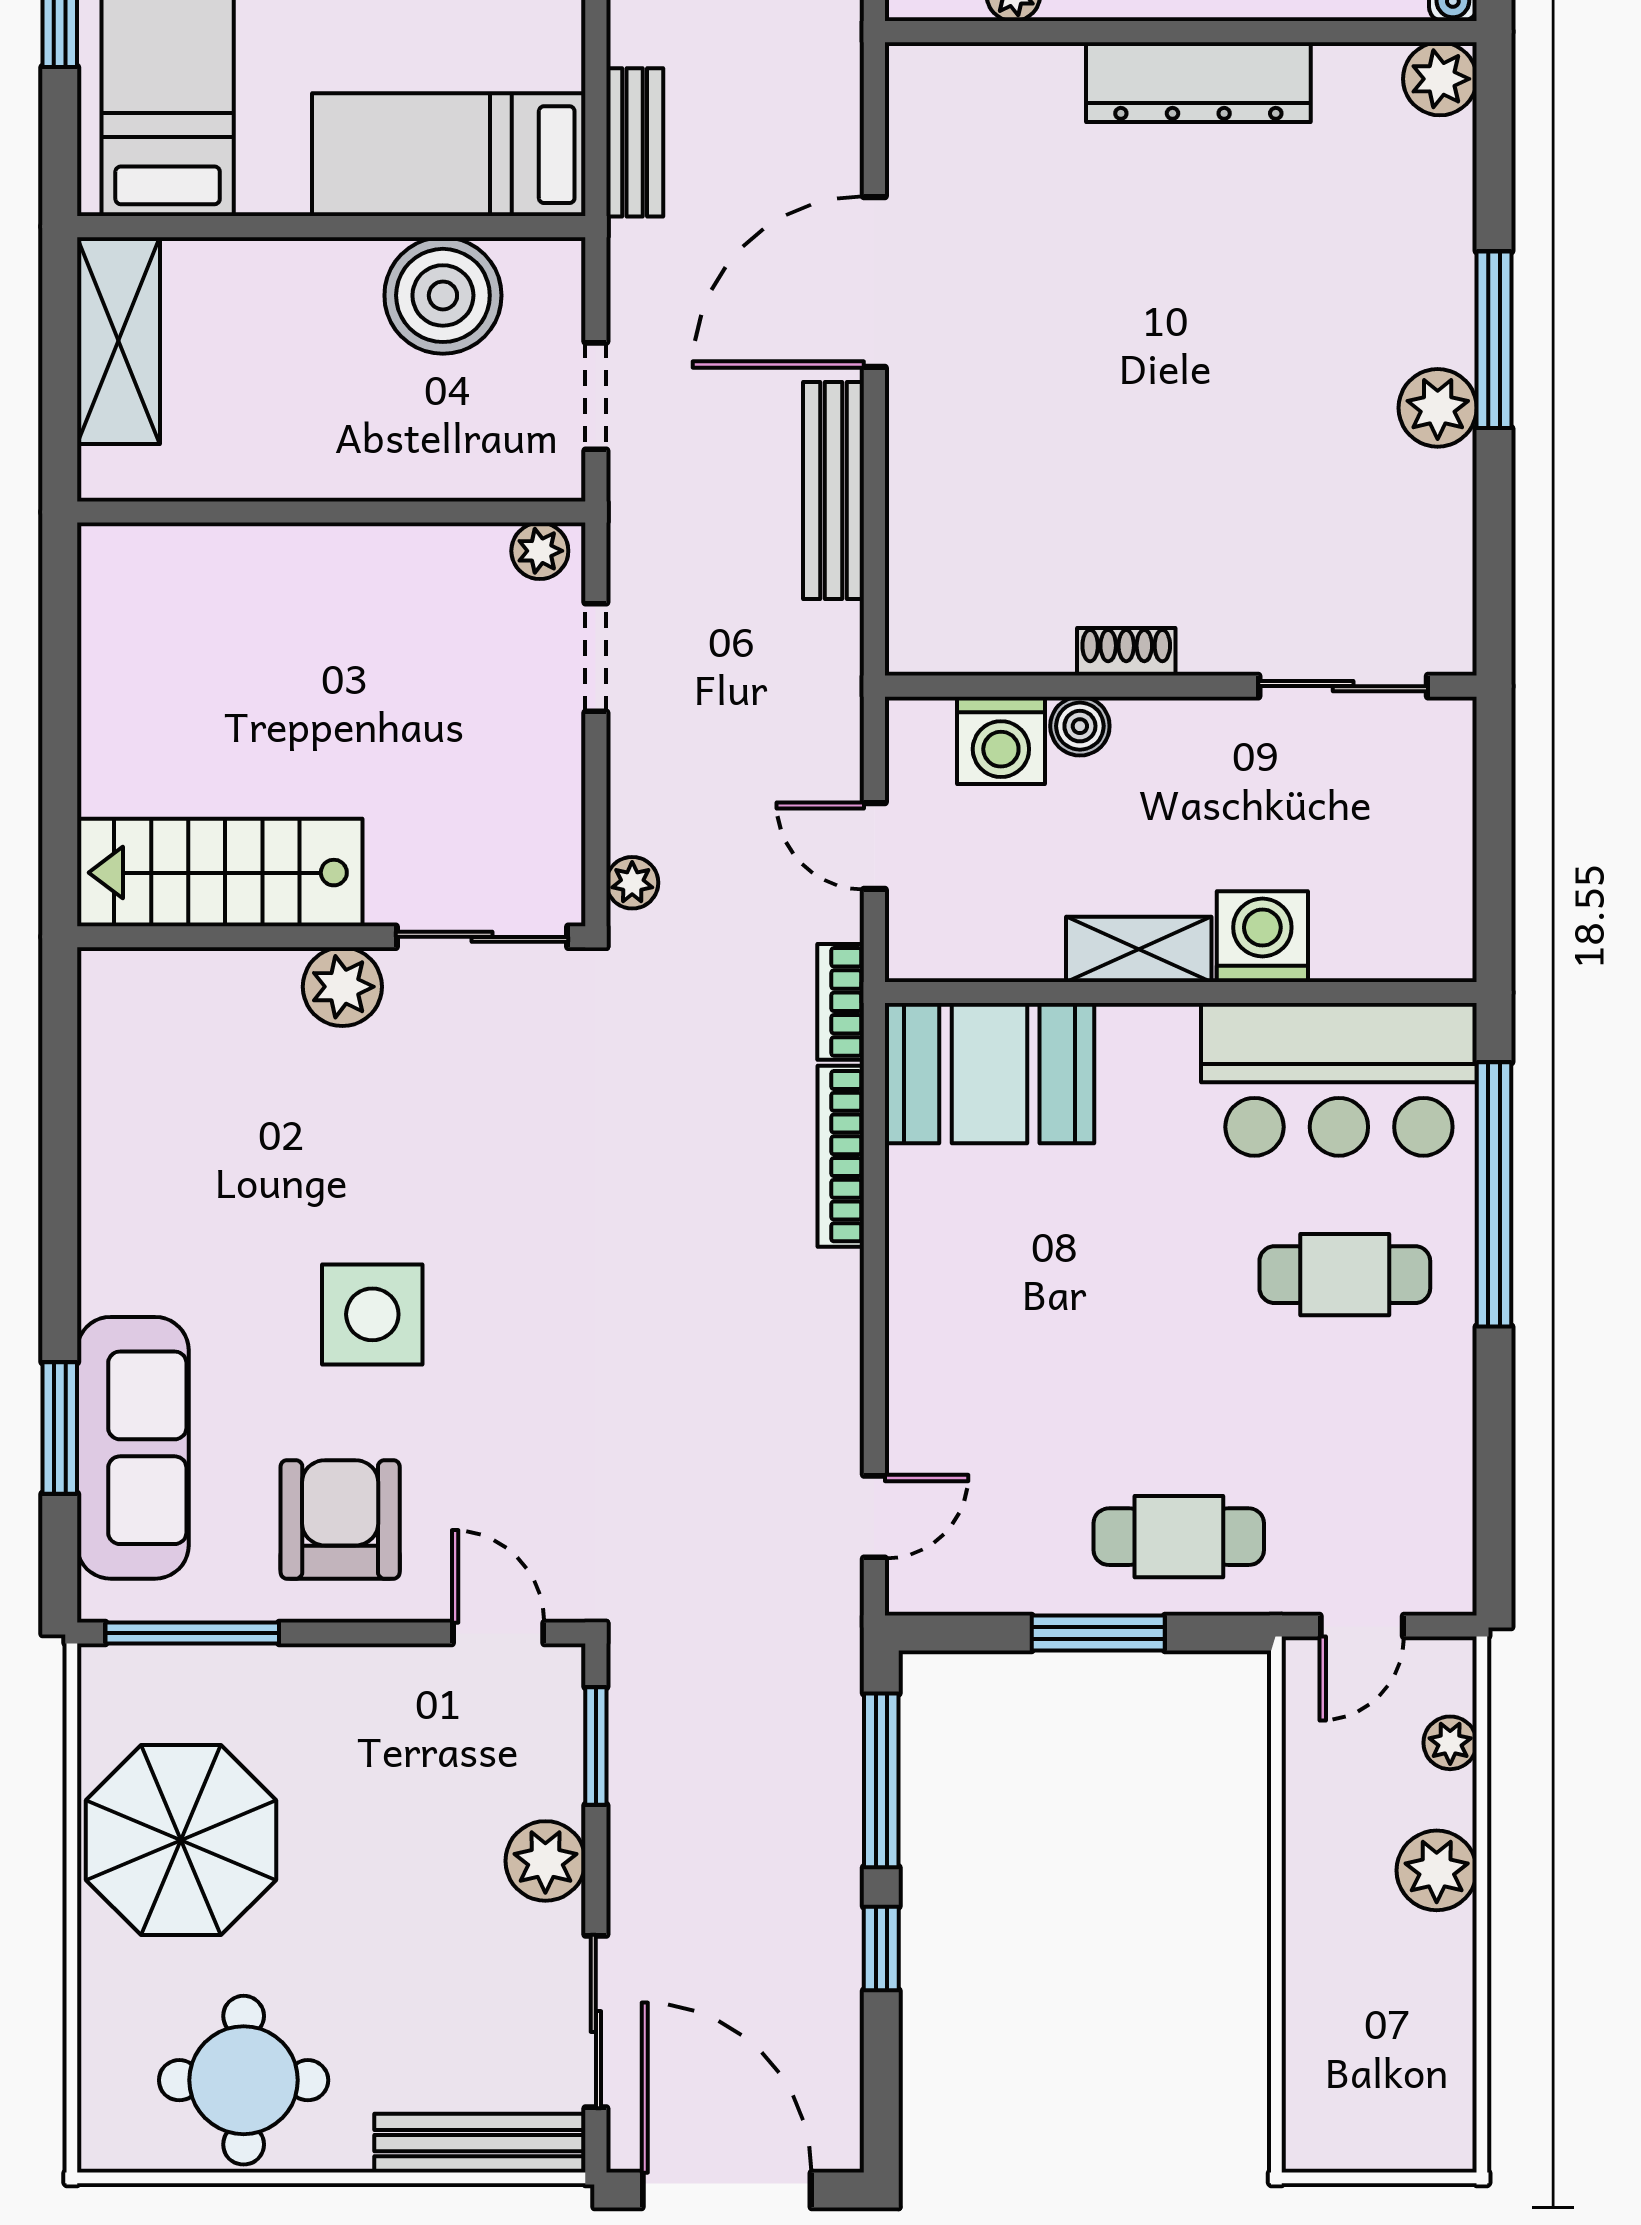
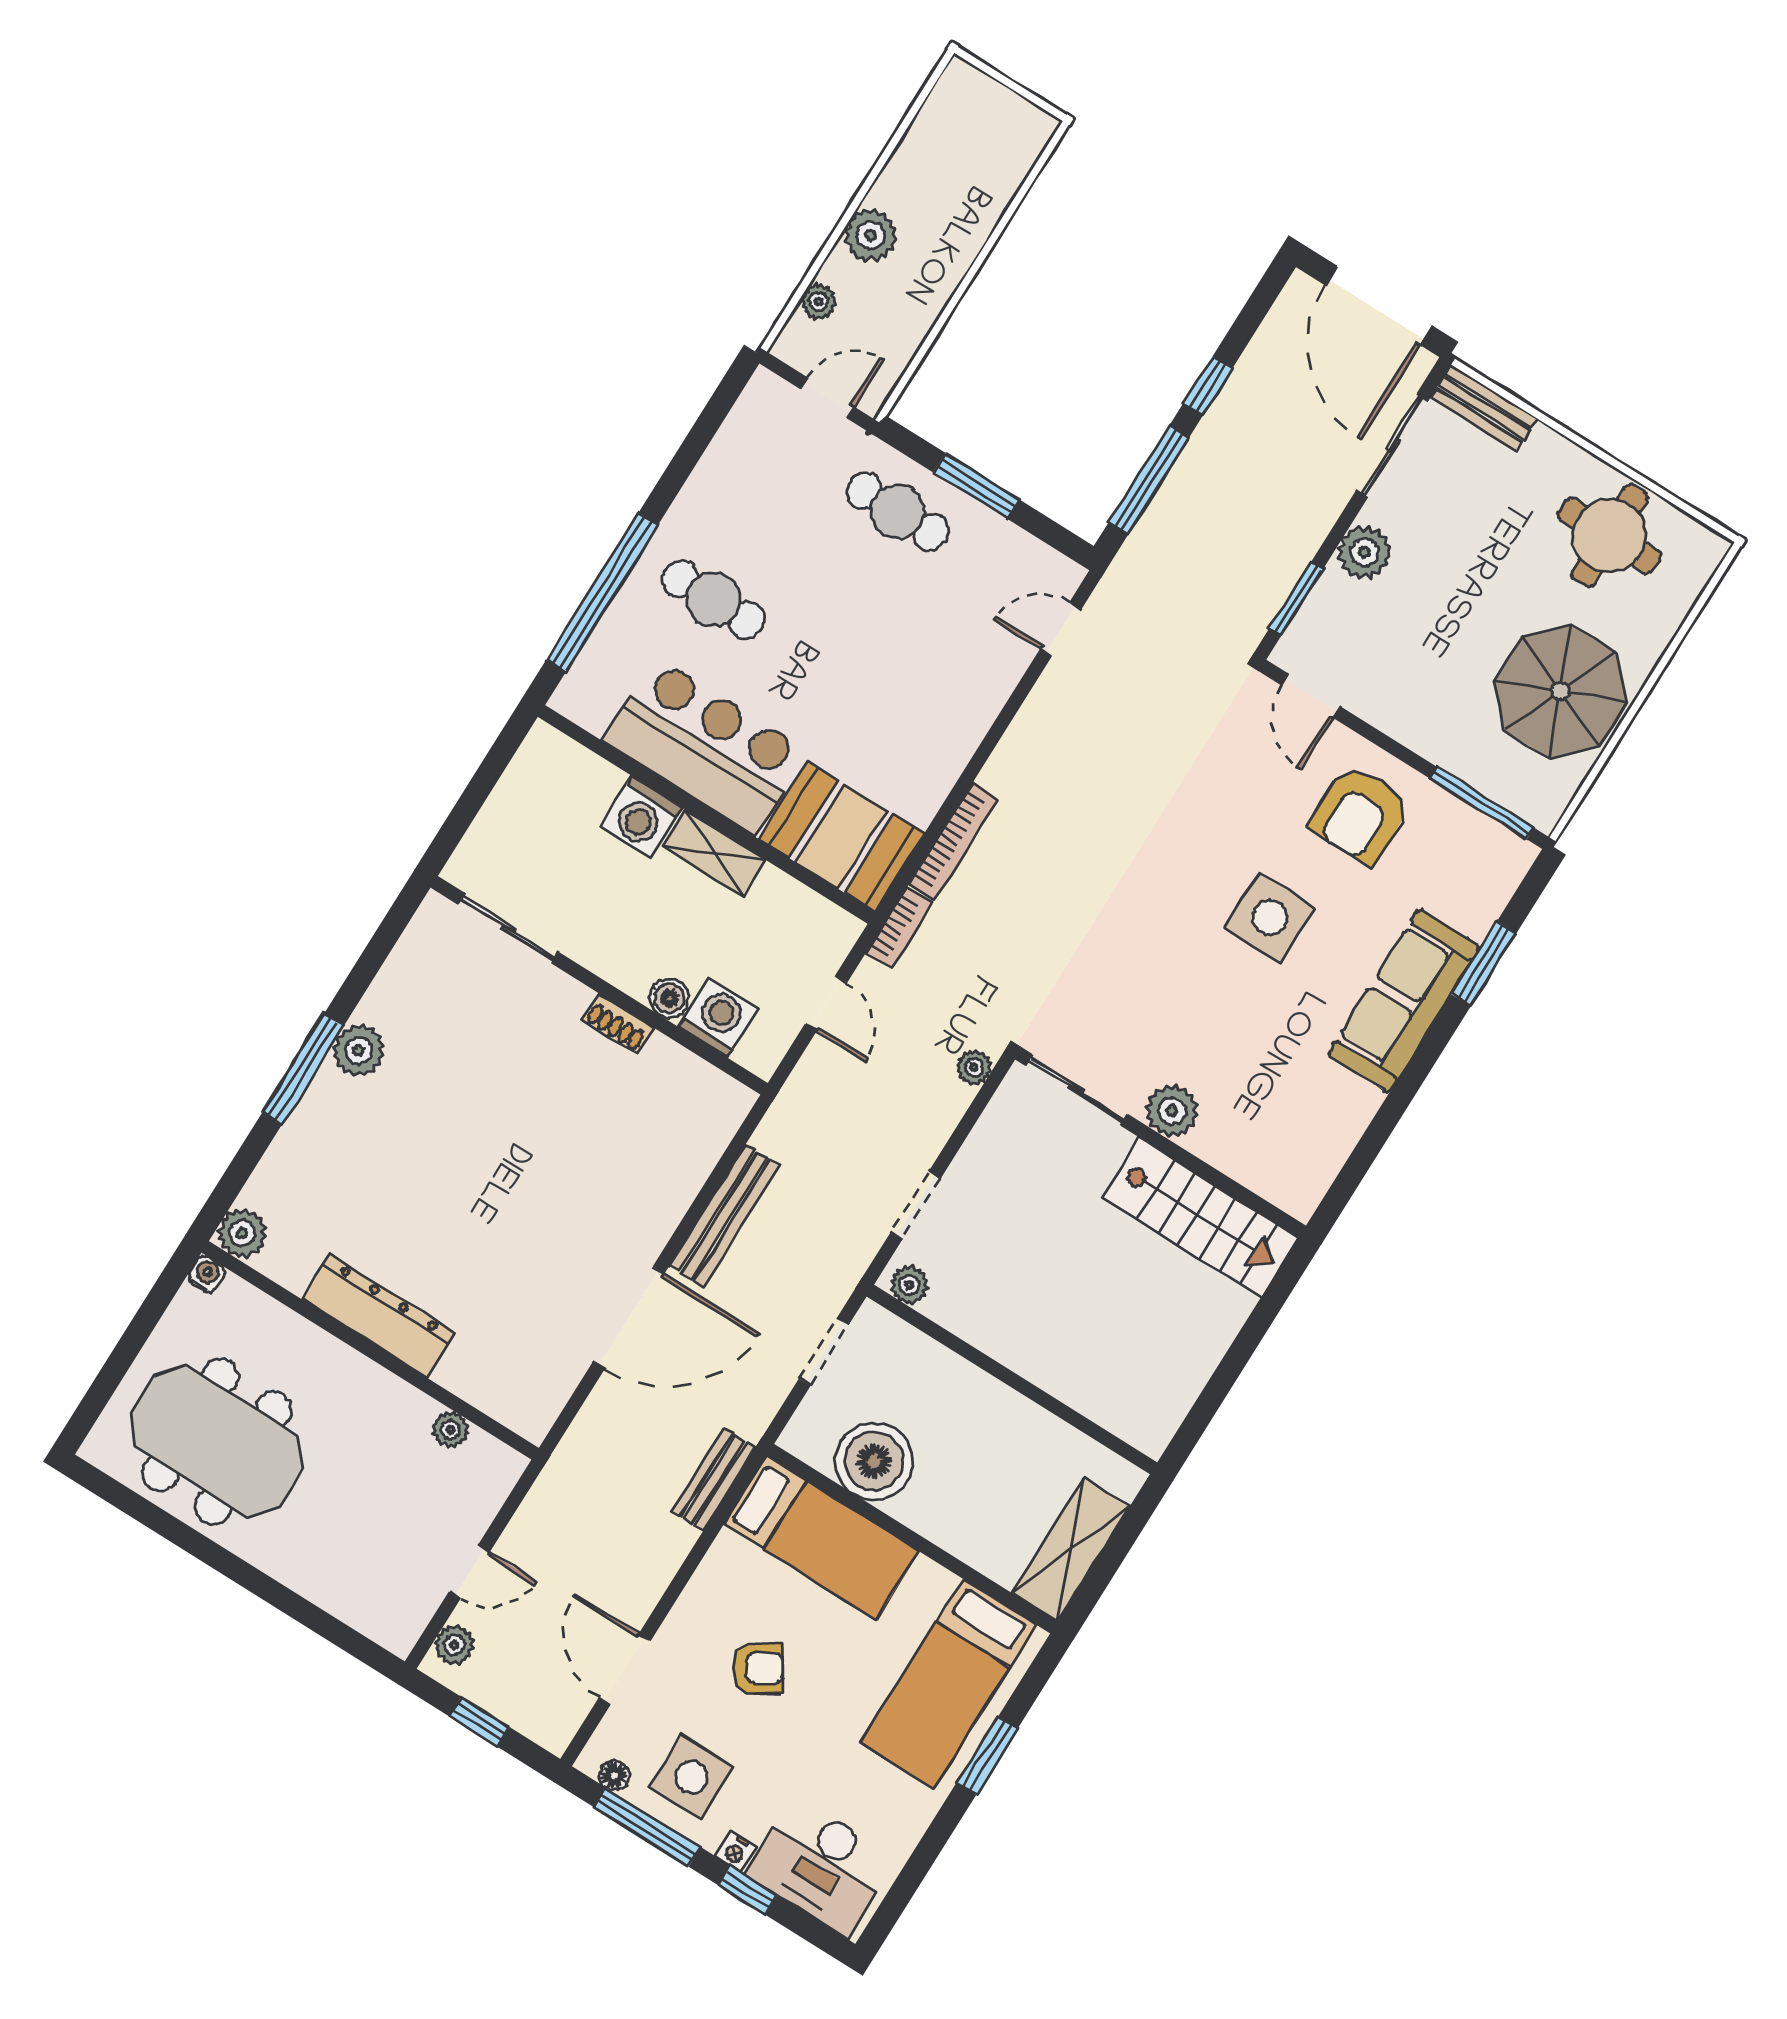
bar counter: (1339, 1079) -> (705, 746), moved
sofa: (133, 1448) -> (1404, 1001), moved
bench: (480, 2143) -> (1484, 408), width x0.73

